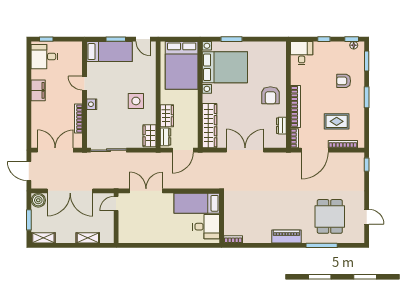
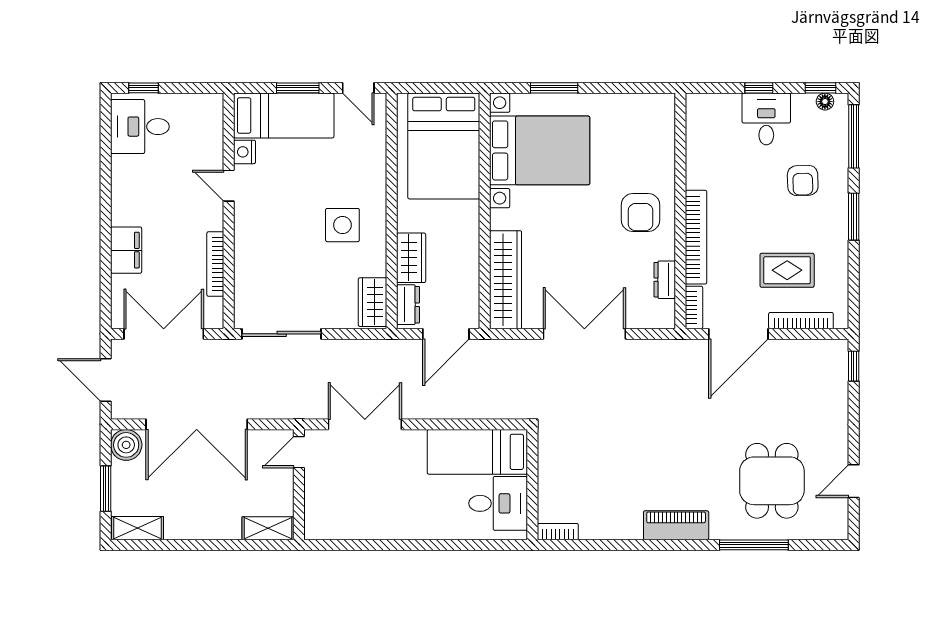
desk: (302, 53) -> (766, 119), moved
window: (367, 61) -> (854, 136), width x1.44
armchair: (344, 81) -> (803, 180), turned -92
filing cabinet: (38, 90) -> (126, 250), moved
nightstand: (92, 104) -> (244, 152), moved
door: (367, 217) -> (854, 481), swing flipped
shelving: (88, 238) -> (268, 528), moved

